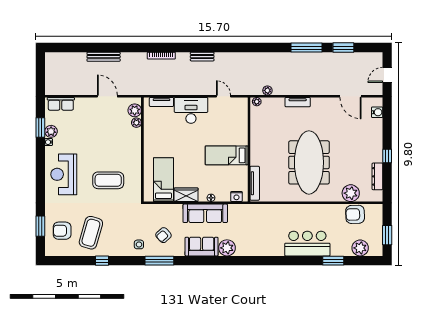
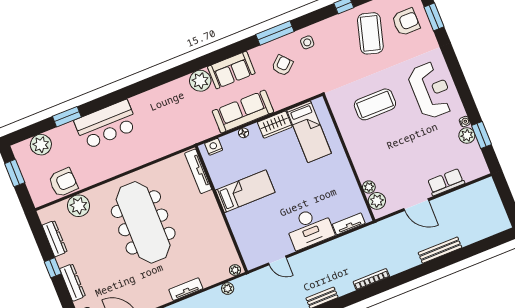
row of seats: (61, 104) -> (446, 182), moved
dresser: (377, 140) -> (73, 282), added

